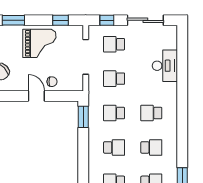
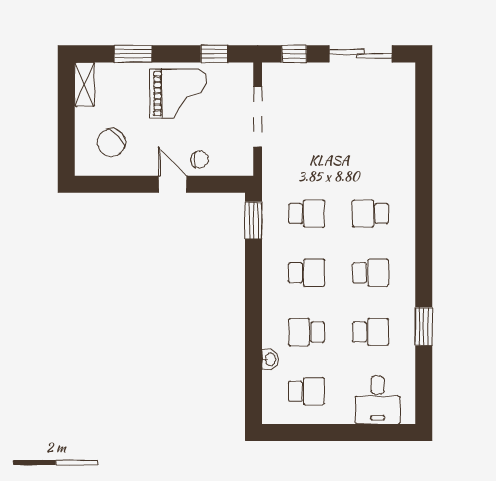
school desk: (114, 44) -> (307, 95), removed
desk: (165, 66) -> (394, 132), removed
school desk: (114, 79) -> (307, 154), removed
school desk: (114, 113) -> (307, 214), turned 180

